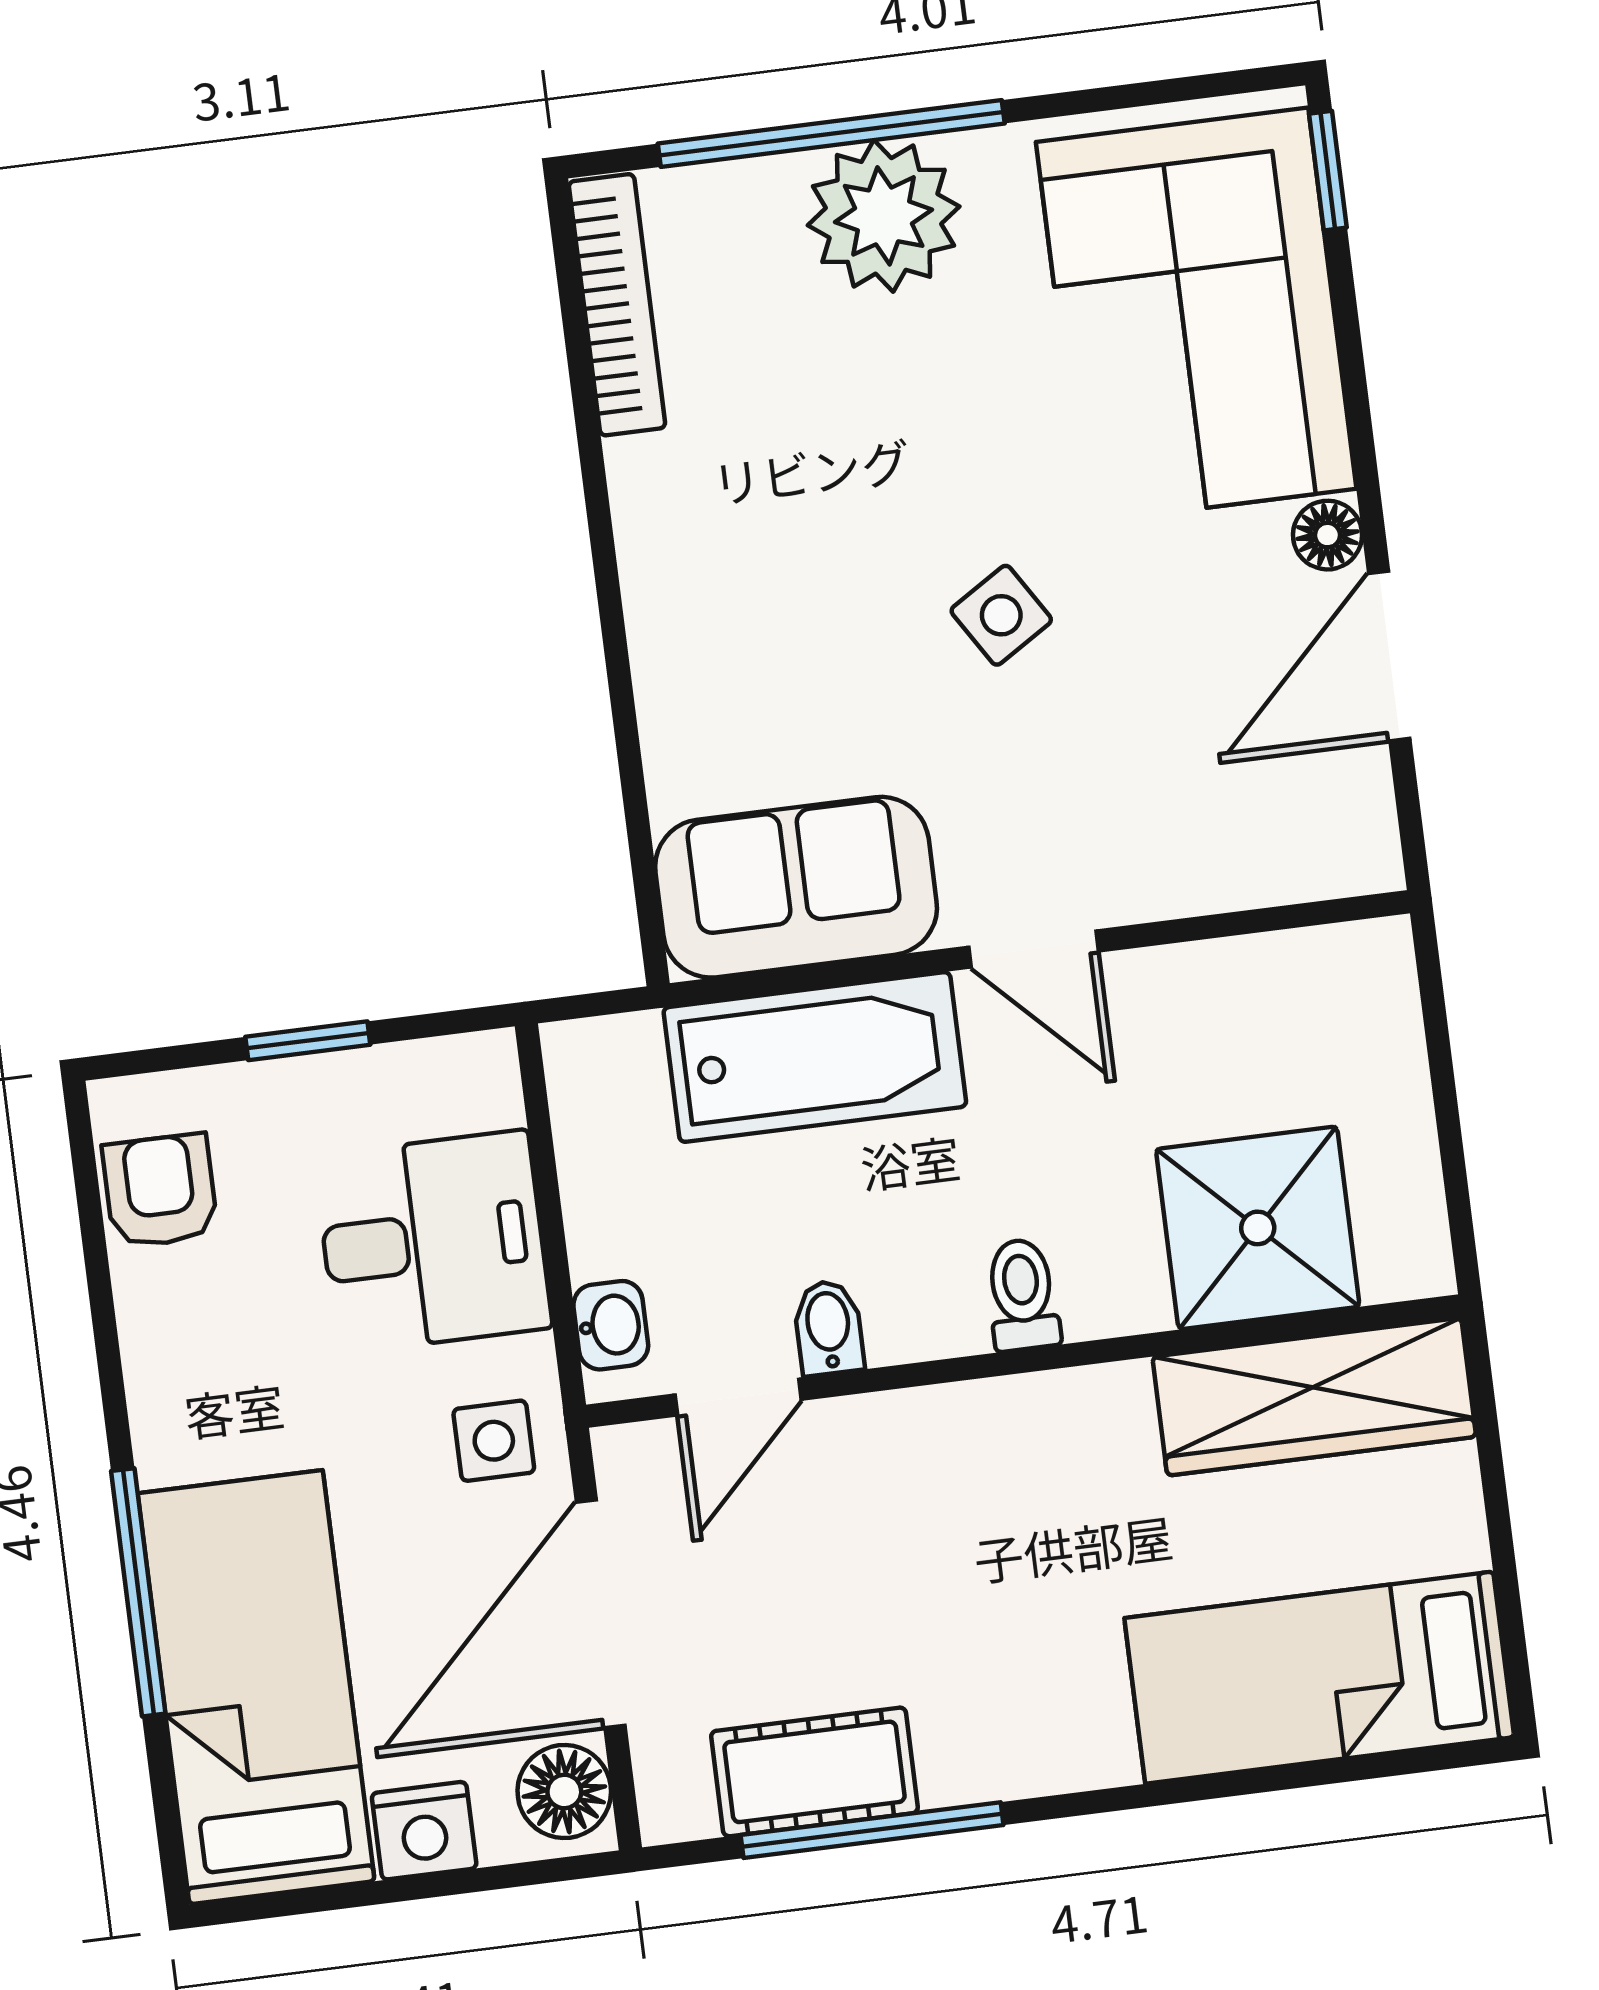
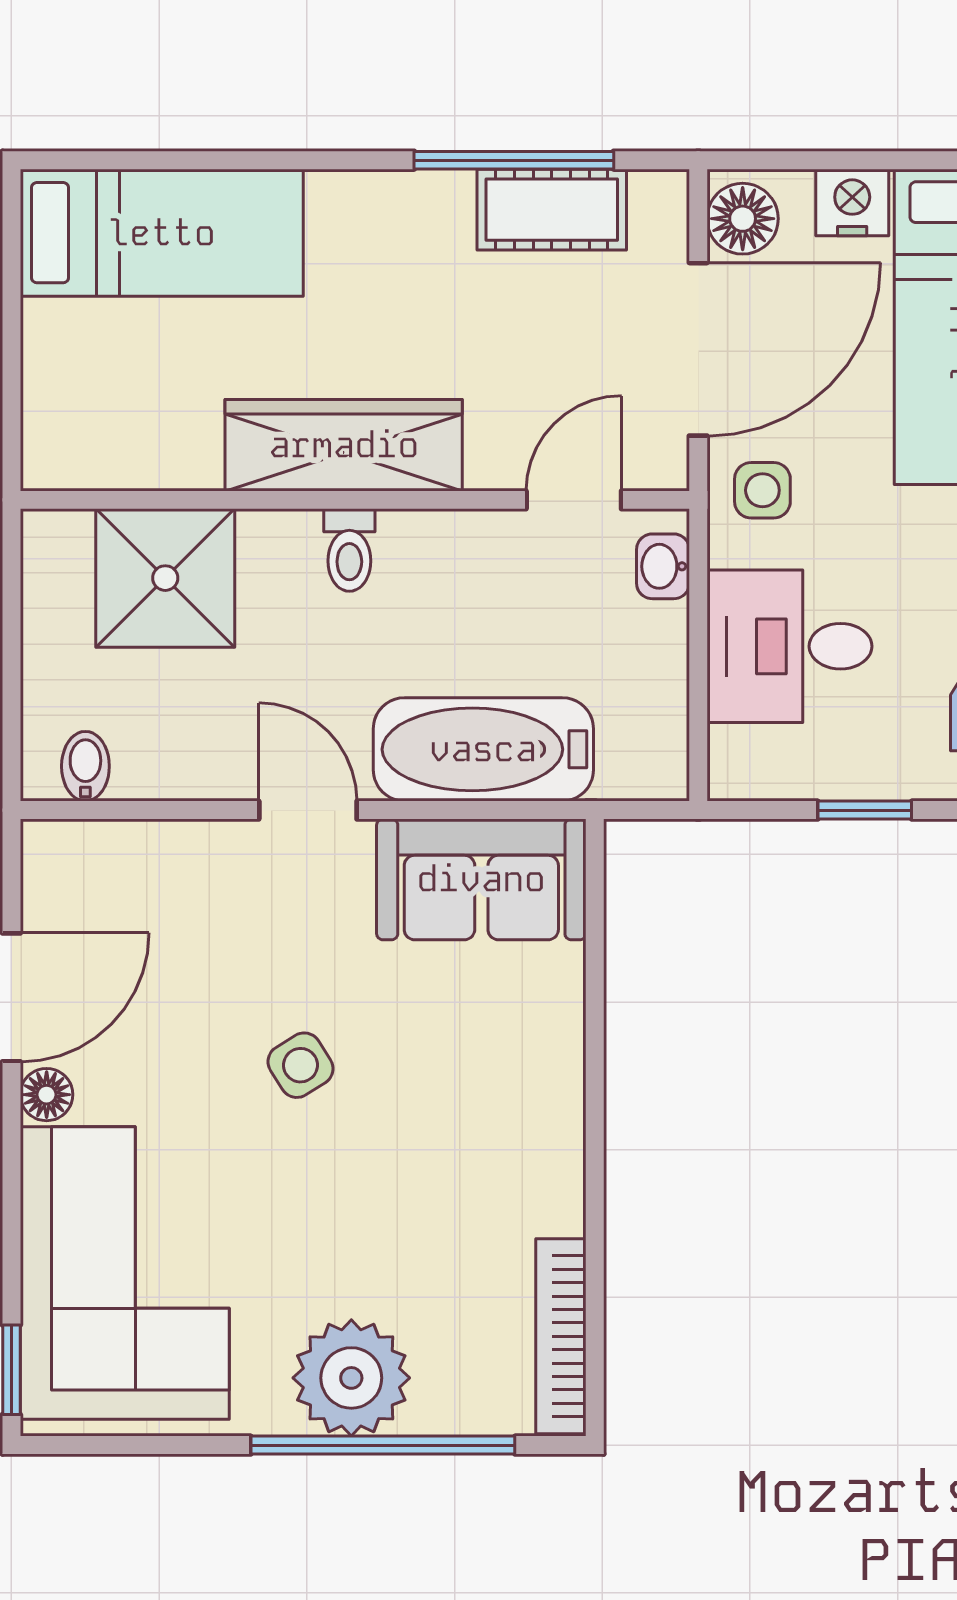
bidet: (828, 1328) -> (85, 766), moved, turned 180
wardrobe: (1314, 1397) -> (344, 445), moved

